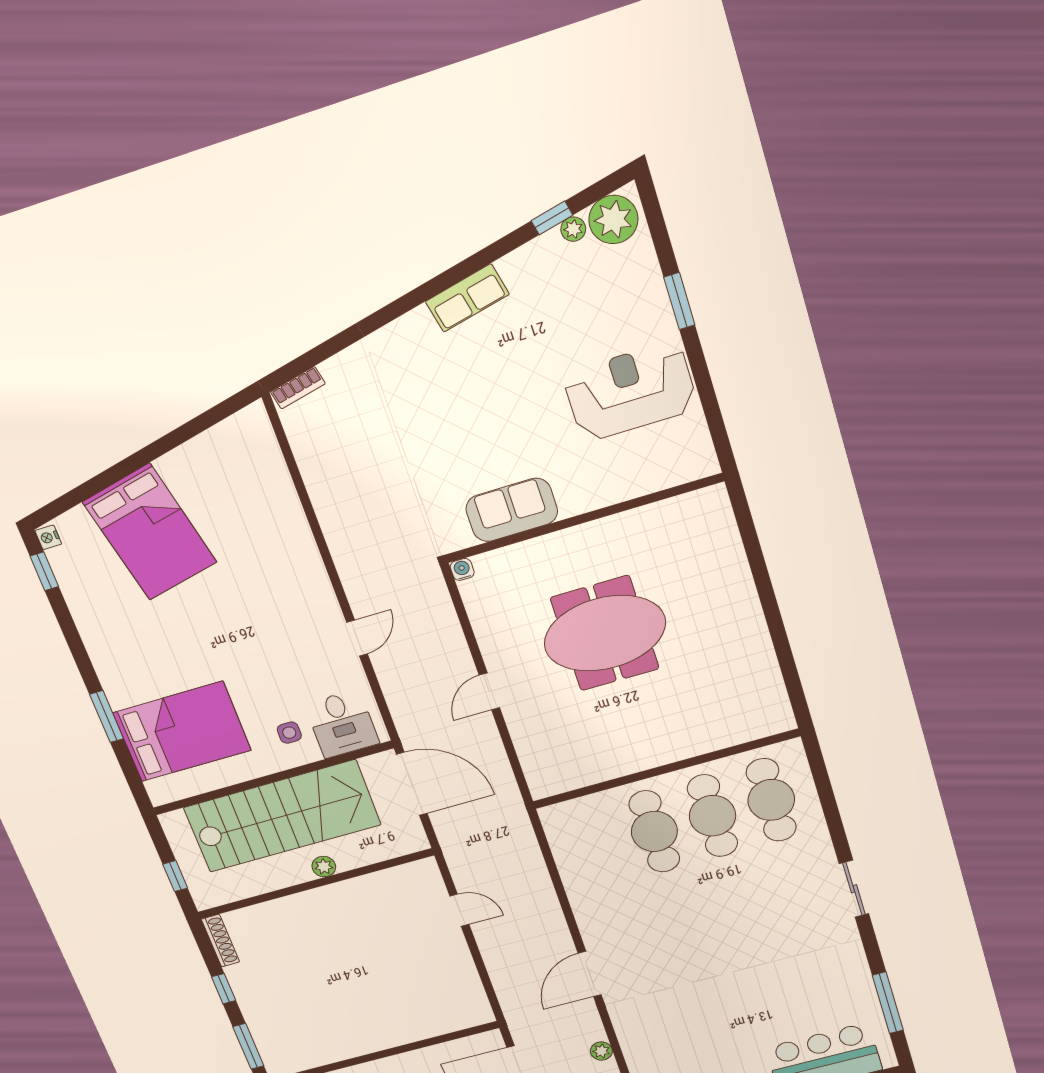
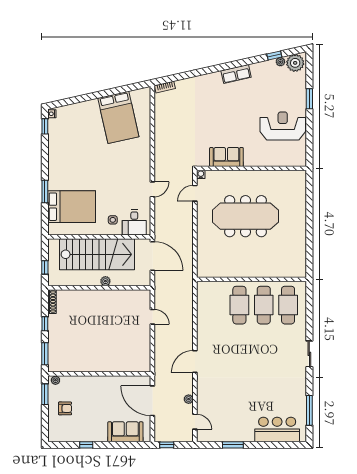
bed: (150, 532) -> (118, 117), moved
meeting table: (605, 633) -> (245, 216), width x1.36
door: (489, 691) -> (195, 193), moved

